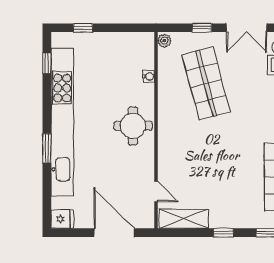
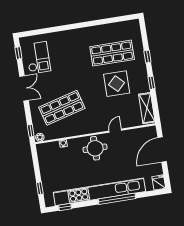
window: (202, 28) -> (31, 131), moved
window: (47, 148) -> (117, 199), width x2.11
display table: (231, 177) -> (117, 84), added
door: (156, 191) -> (115, 131), moved

